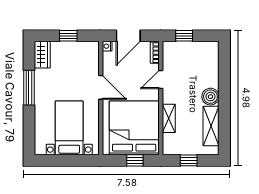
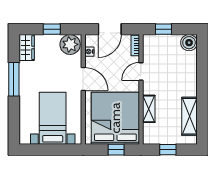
nightstand: (107, 46) -> (89, 52), moved
plant: (87, 52) -> (70, 44), added
boiler: (210, 97) -> (189, 43), moved

